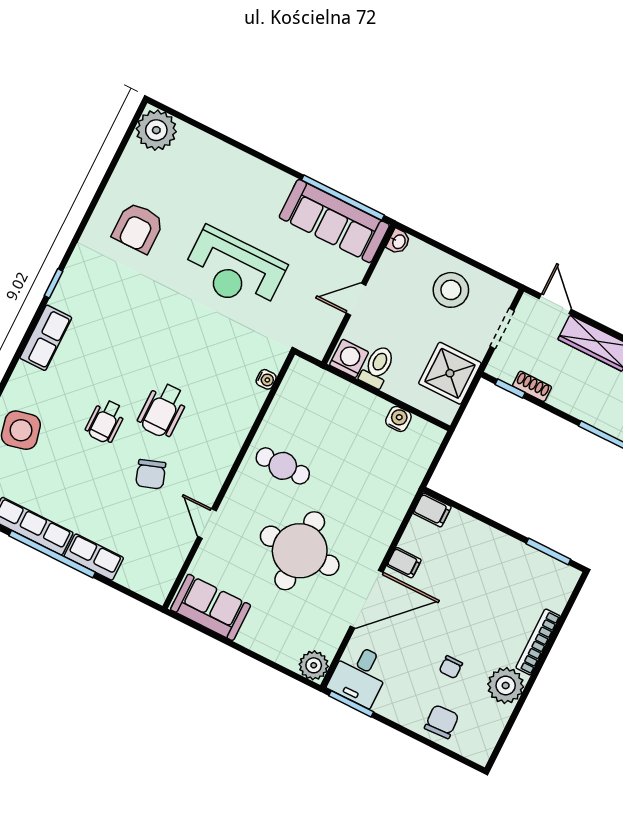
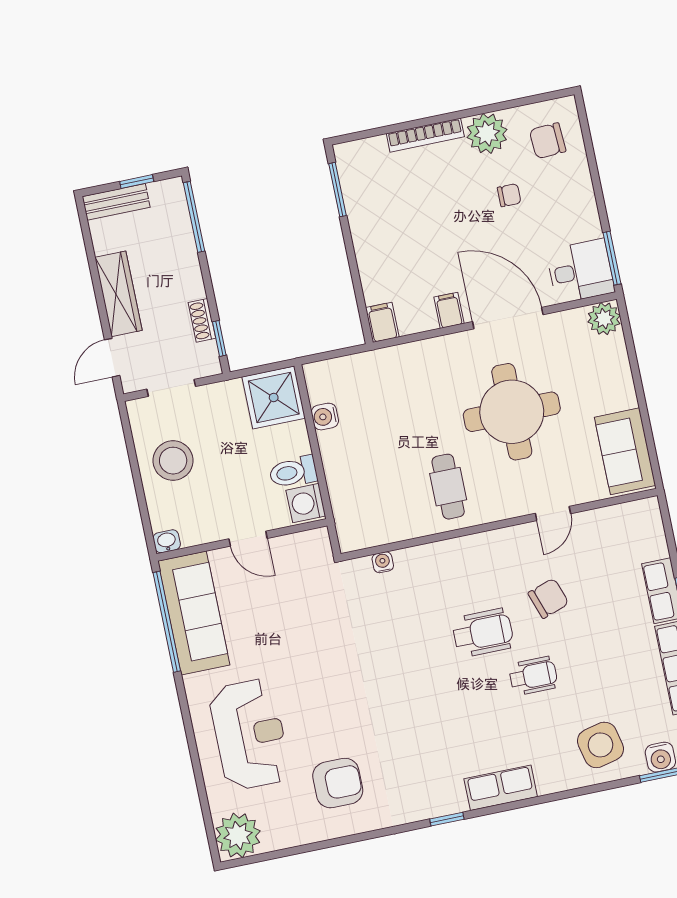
reception desk: (234, 270) -> (250, 734), moved
shower: (450, 373) -> (274, 397), moved
chair: (442, 722) -> (548, 141), moved

